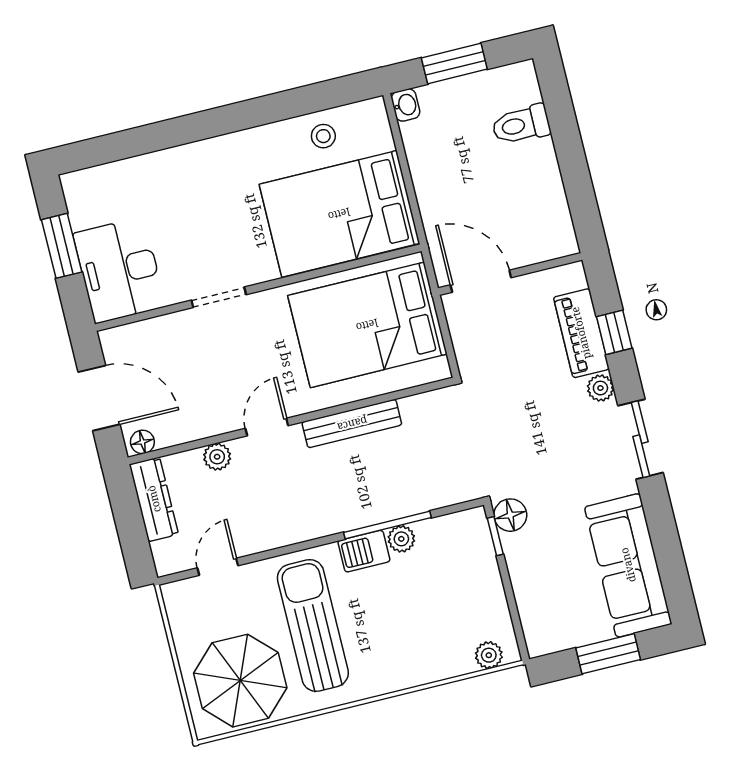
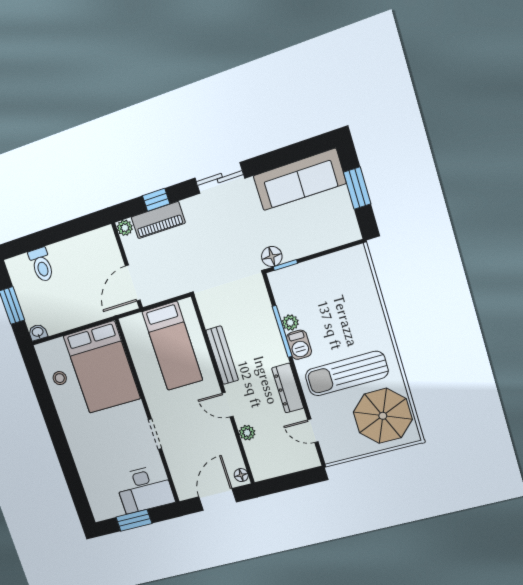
bed: (367, 325) -> (172, 346), width x0.67
plant: (600, 388) -> (125, 228), moved
dresser: (154, 499) -> (288, 388), moved, turned -90
plant: (489, 655) -> (361, 264), removed

